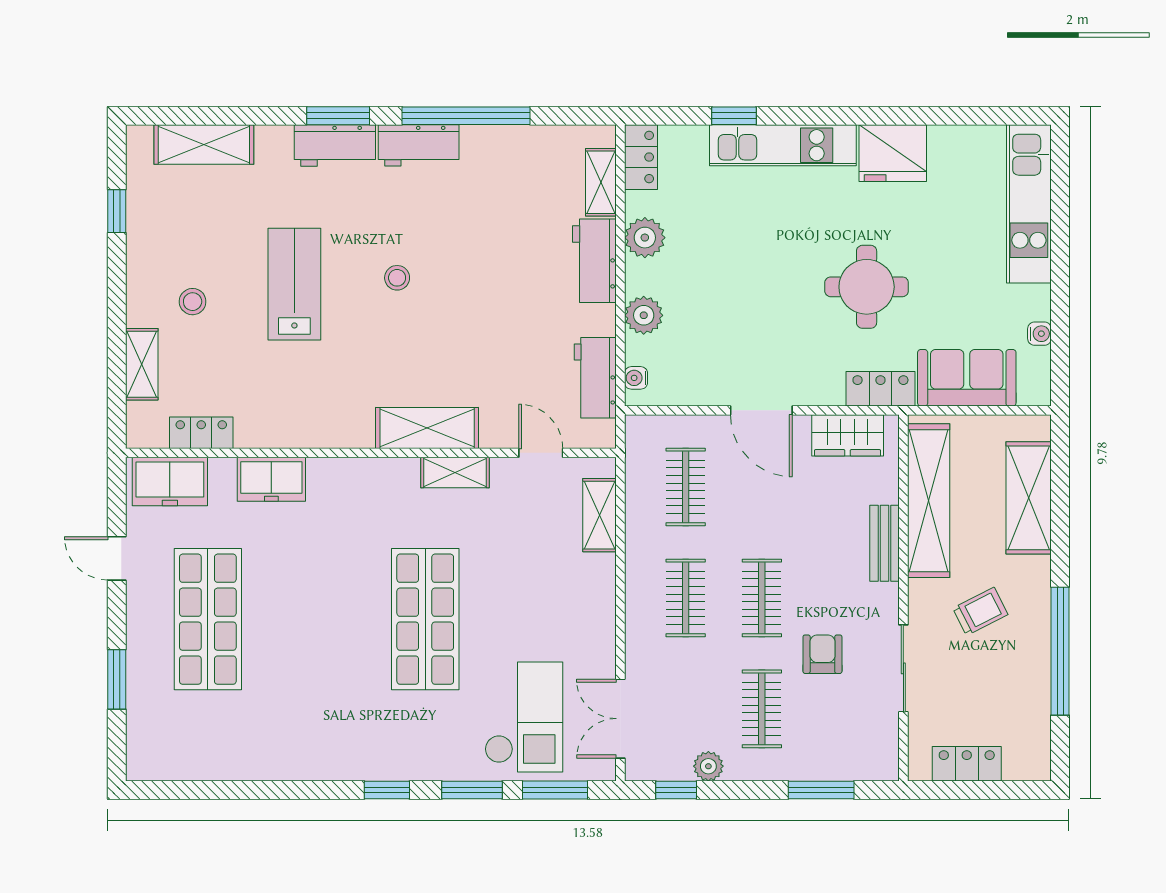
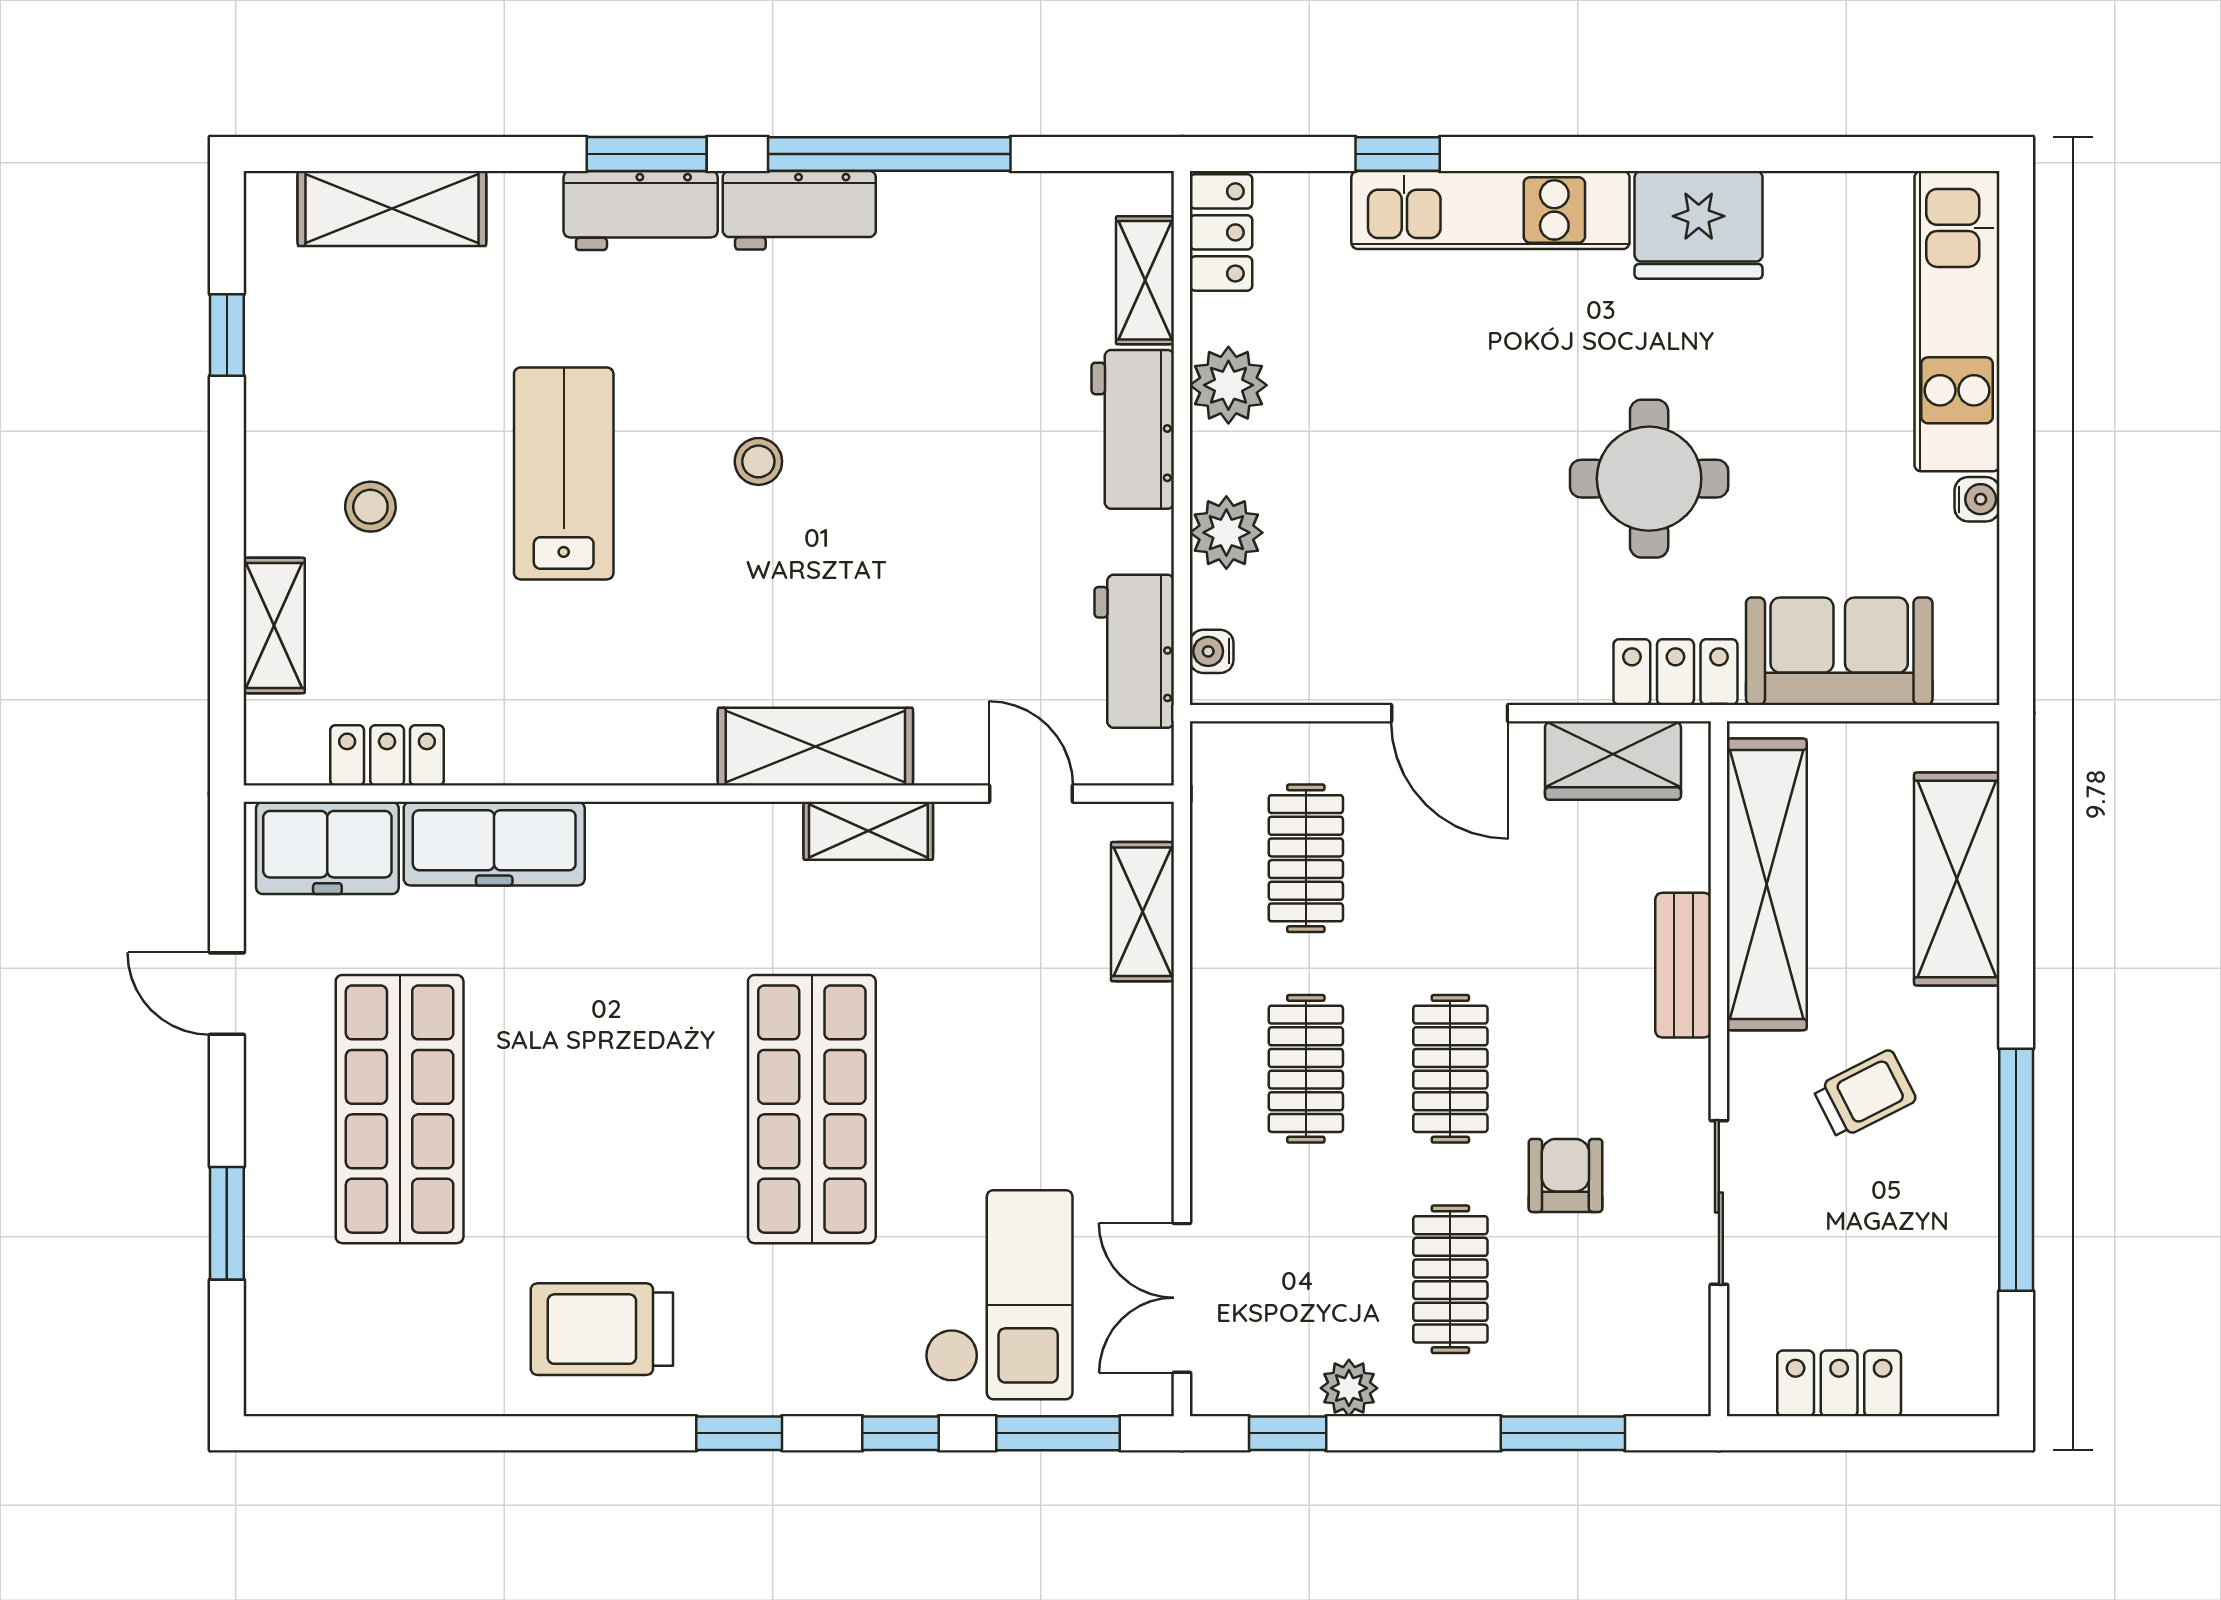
water cooler: (1039, 334) -> (1977, 499), moved
freezer: (271, 479) -> (494, 844), width x1.40
trolley: (315, 735) -> (602, 1329), added
window: (472, 790) -> (901, 1433), width x0.67

